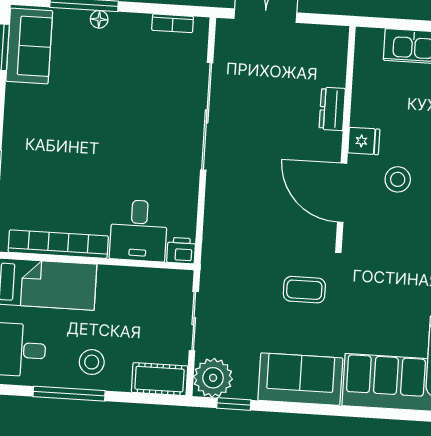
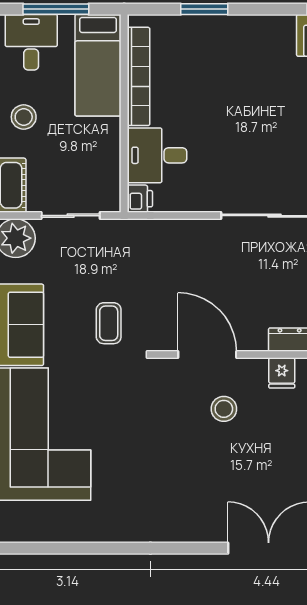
fridge: (364, 141) -> (282, 373), moved
door: (342, 193) -> (207, 355), hinge flipped

